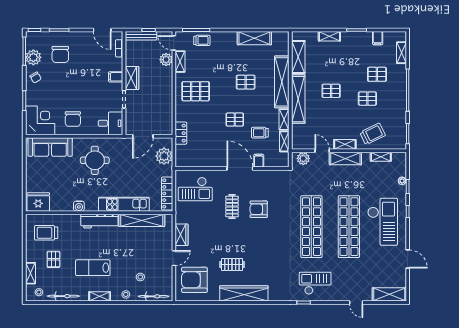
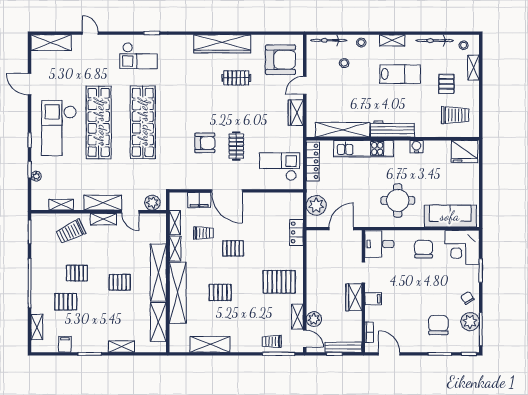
filing cabinet: (259, 161) -> (199, 200), width x2.00

